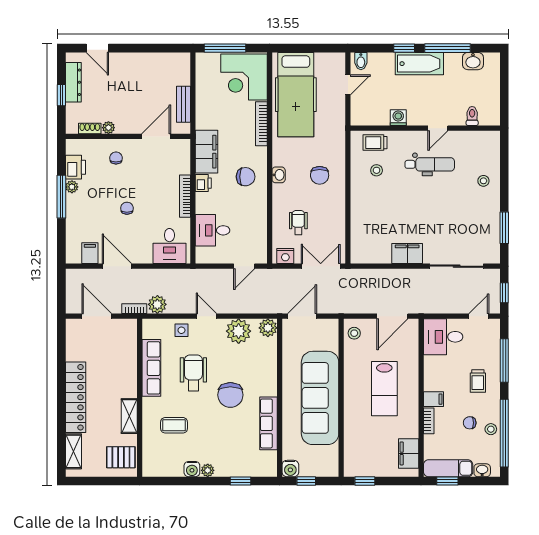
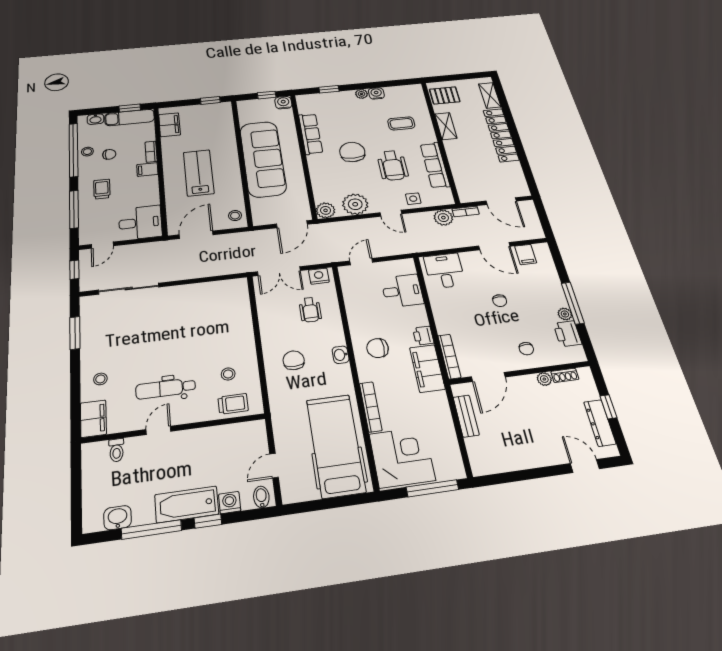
washing machine: (398, 118) -> (230, 503), moved, turned 180
bookcase: (185, 196) -> (449, 356), moved
filing cabinet: (407, 254) -> (93, 419), moved, turned -90

